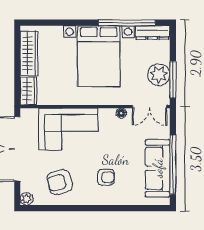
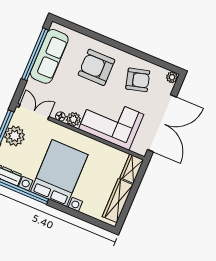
plant: (107, 116) -> (73, 119), added
armchair: (106, 177) -> (97, 67), width x1.88, depth x1.88

